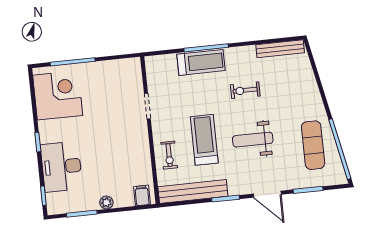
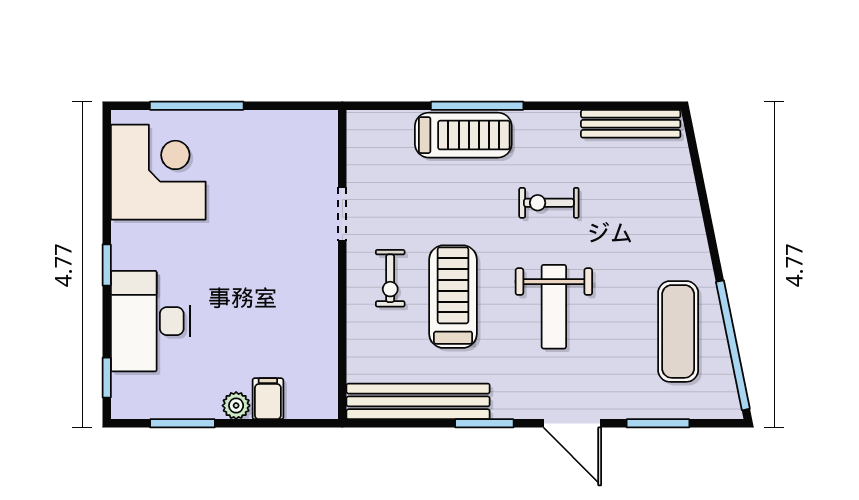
weight bench: (253, 140) -> (554, 307), turned -90
exercise bike: (169, 155) -> (390, 278), moved
filing cabinet: (142, 195) -> (268, 399), moved

